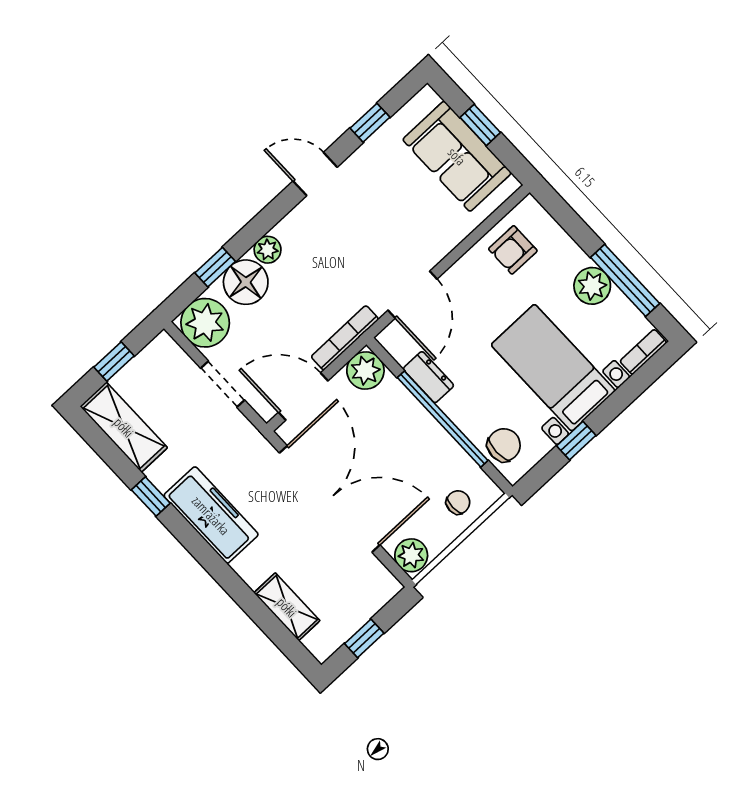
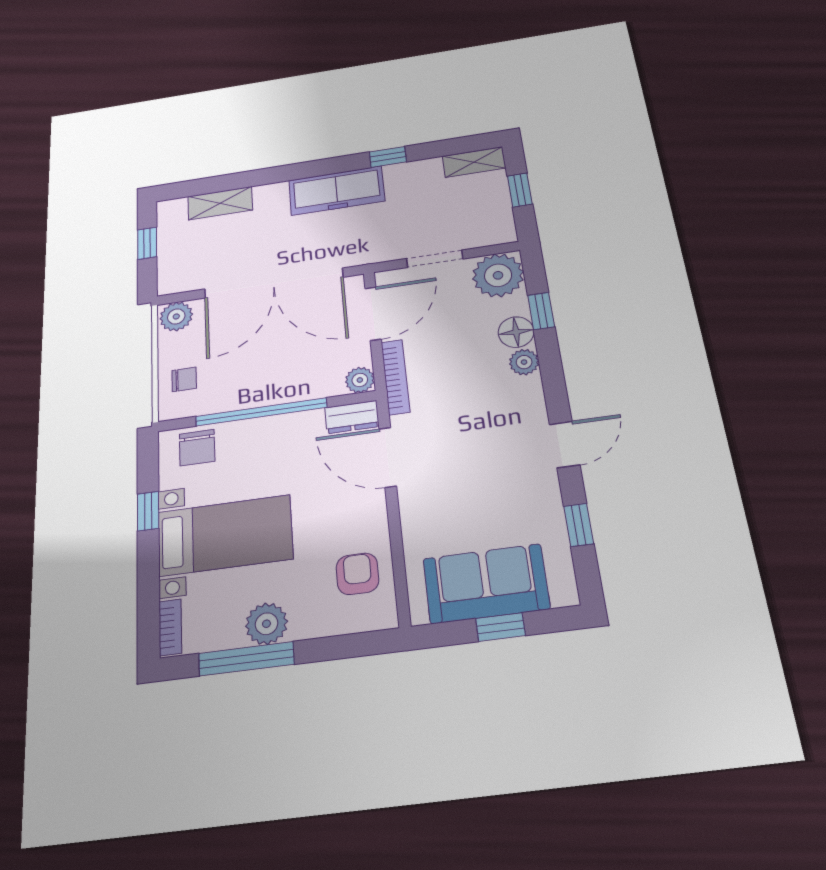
floor lamp: (246, 282) -> (516, 332), width x0.73, depth x0.73
plant: (365, 371) -> (360, 380), width x0.73, depth x0.73
dresser: (428, 377) -> (352, 417), moved
shelving: (124, 427) -> (474, 162), width x0.67, depth x0.75
chair: (458, 502) -> (184, 379), turned -90

